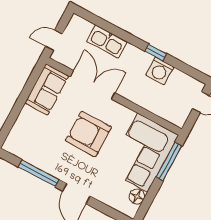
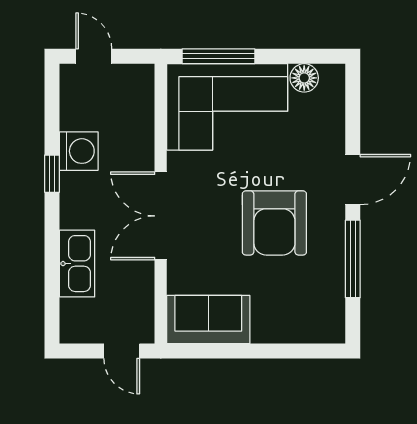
double door: (92, 85) -> (161, 216), moved
armchair: (88, 134) -> (274, 223), moved

